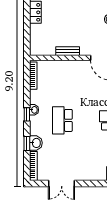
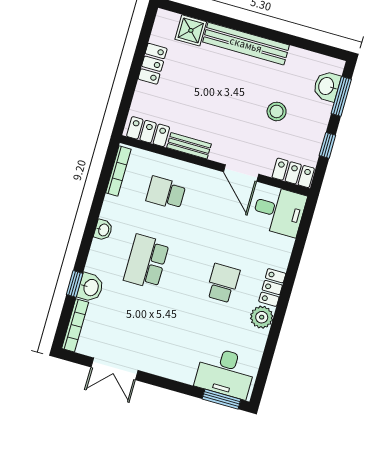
locker: (43, 50) -> (148, 132), added
school desk: (62, 80) -> (166, 193), added
window: (27, 114) -> (89, 234), removed

